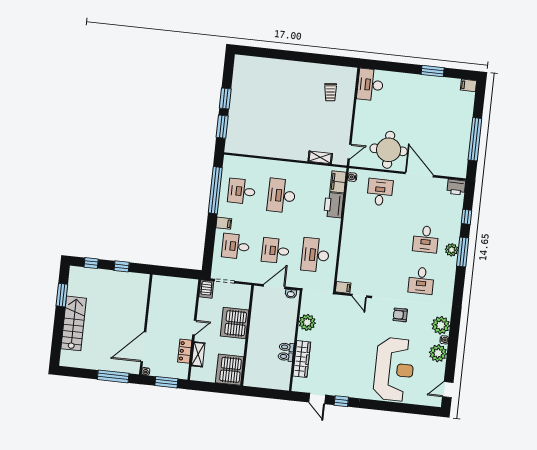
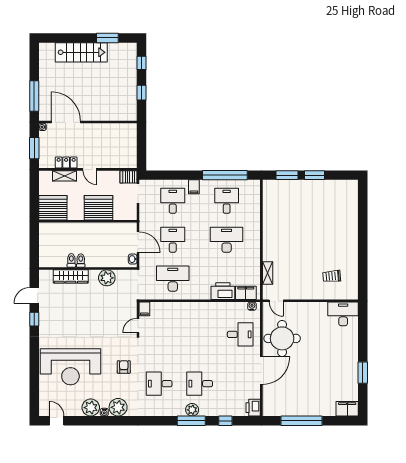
filing cabinet: (468, 85) -> (347, 409), width x2.00

